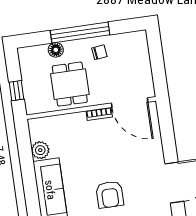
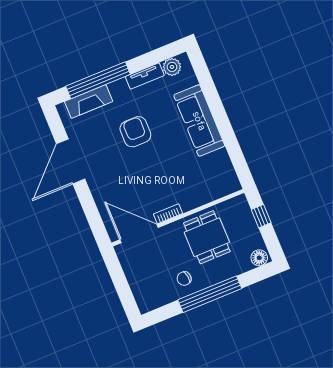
floor lamp: (56, 50) -> (259, 258), moved
plant: (40, 150) -> (220, 160), removed

